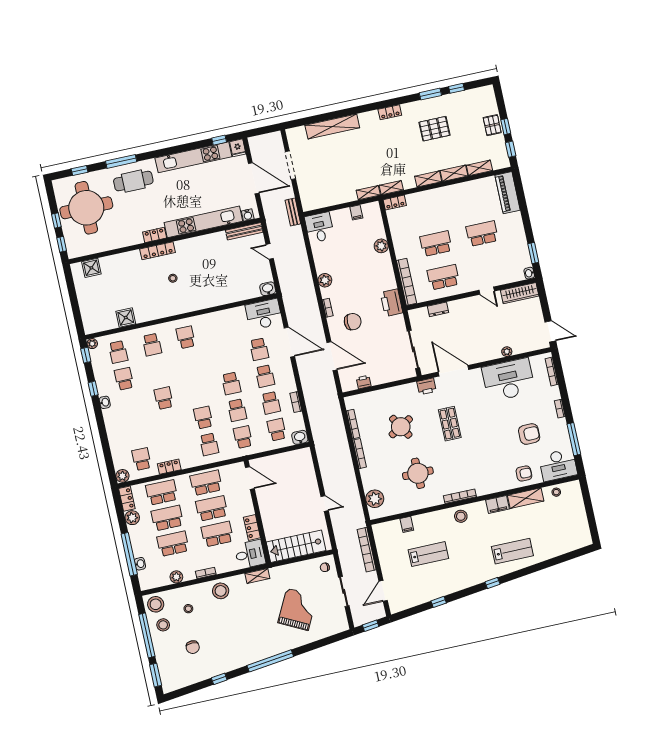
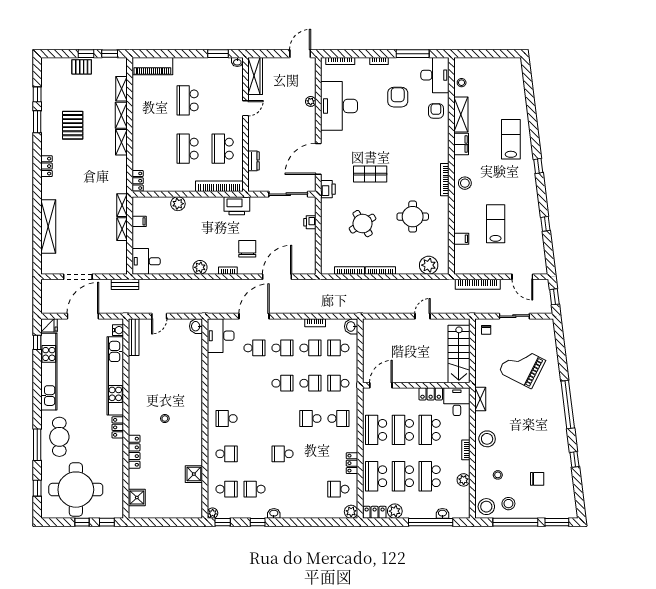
shelving: (391, 188) -> (122, 229), moved
locker: (157, 251) -> (134, 452), moved
printer: (364, 382) -> (310, 222), moved

